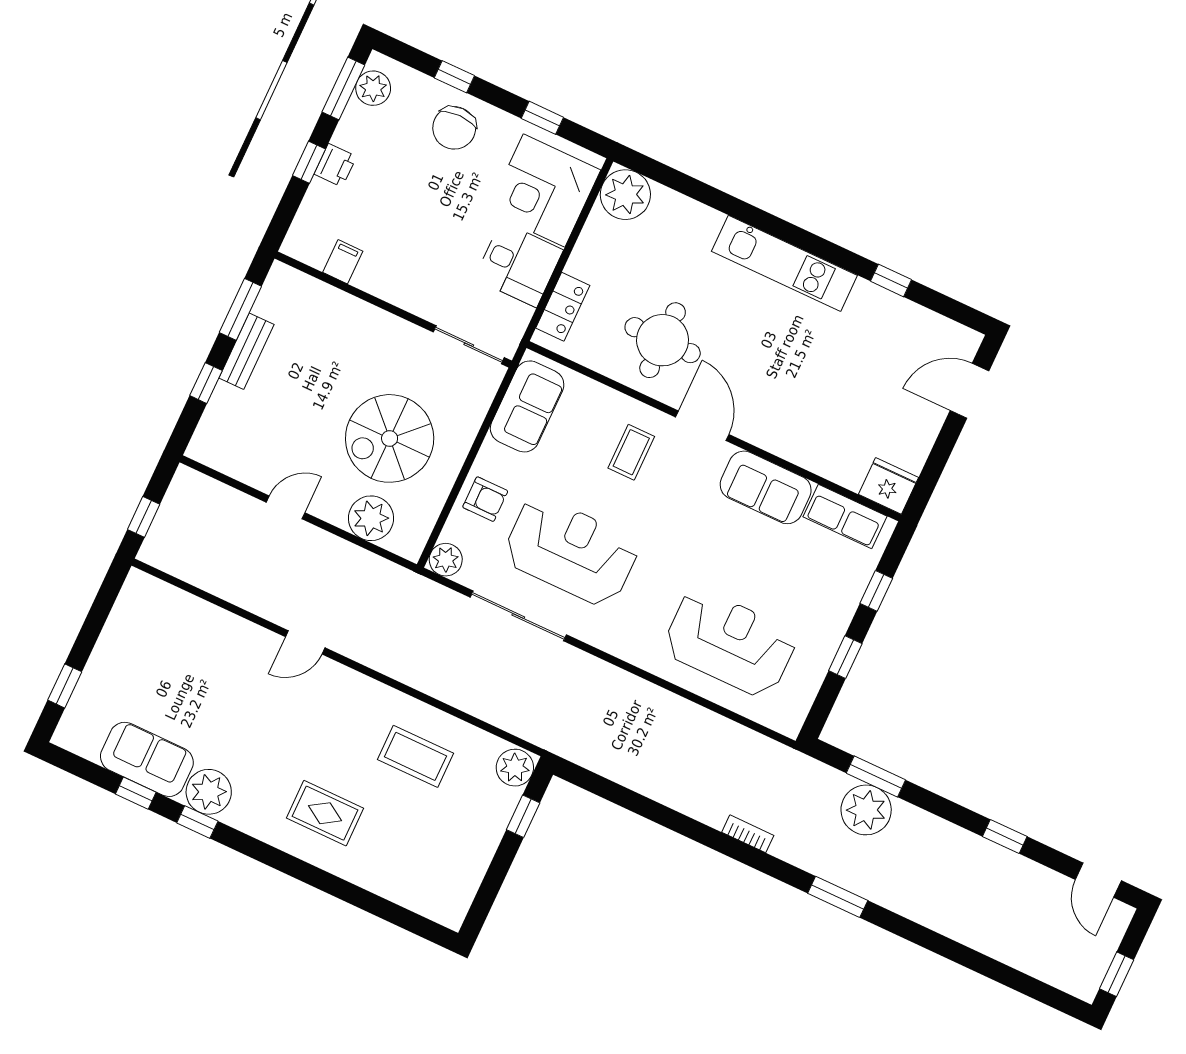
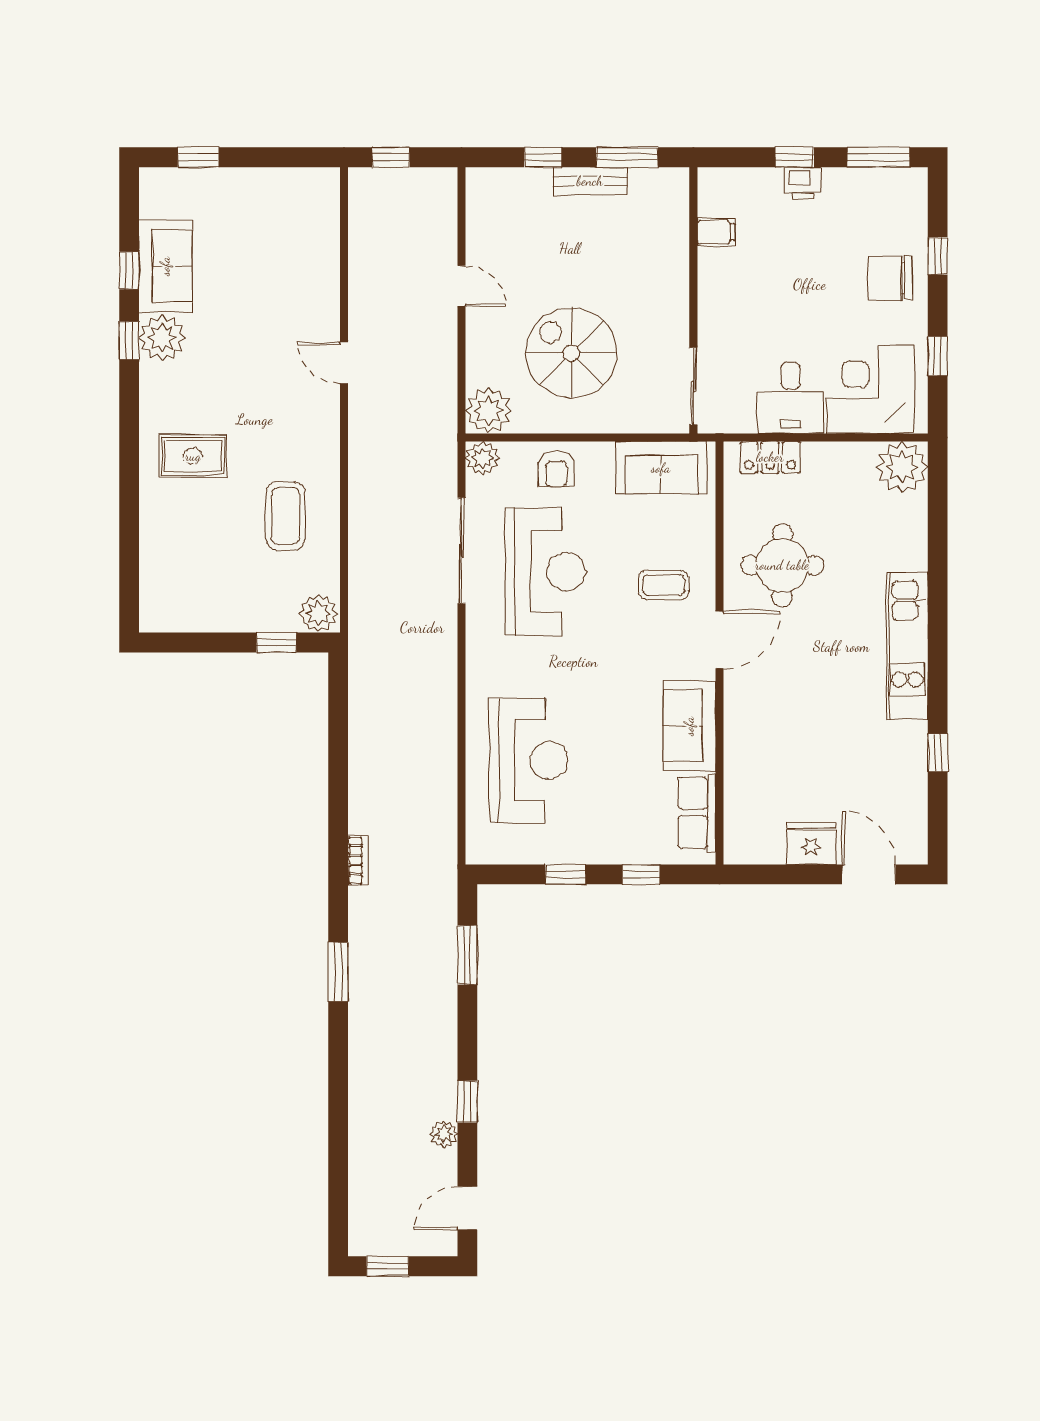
plant: (373, 88) -> (892, 185), removed
fridge: (889, 486) -> (811, 844), moved, turned -90
plant: (371, 518) -> (489, 410), moved
plant: (866, 810) -> (444, 1134), moved, width x0.53, depth x0.53
rug: (325, 813) -> (193, 456), turned 90

